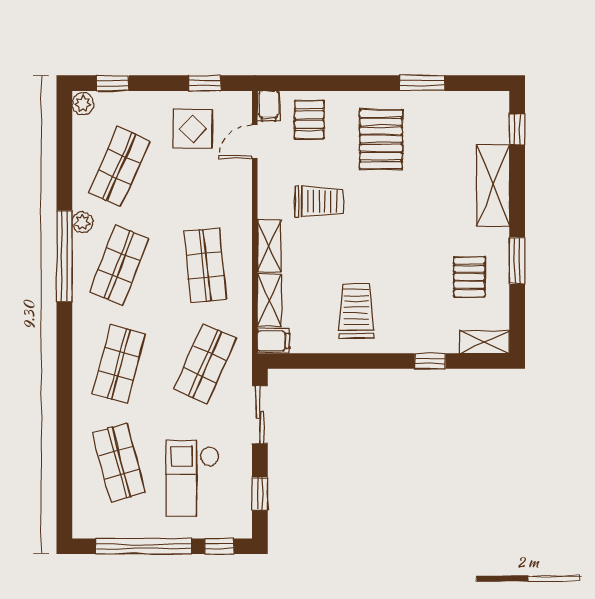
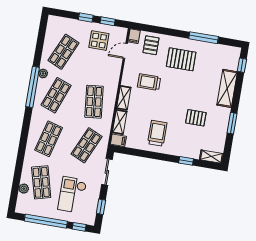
window: (113, 83) -> (86, 18), moved
window: (422, 83) -> (204, 38), width x1.44
plant: (83, 104) -> (24, 189), moved
pallet: (381, 139) -> (181, 59), turned 90
trolley: (319, 201) -> (149, 82), turned 180
pallet: (469, 277) -> (196, 118), moved, turned 90

